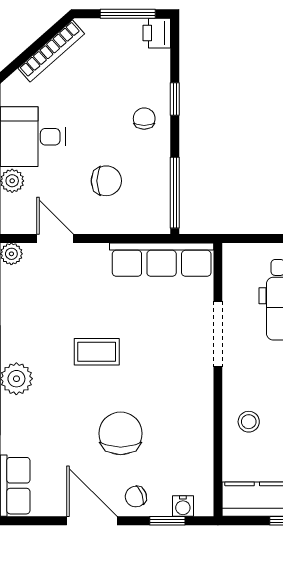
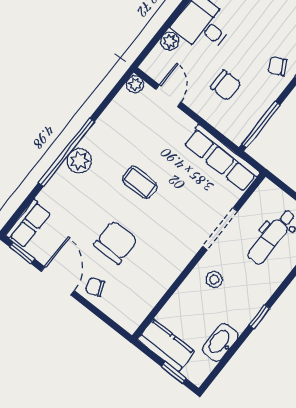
chair: (144, 119) -> (277, 66), turned -118
stool: (249, 422) -> (214, 280), moved
water cooler: (183, 506) -> (119, 315), removed
window: (167, 521) -> (22, 253), moved

